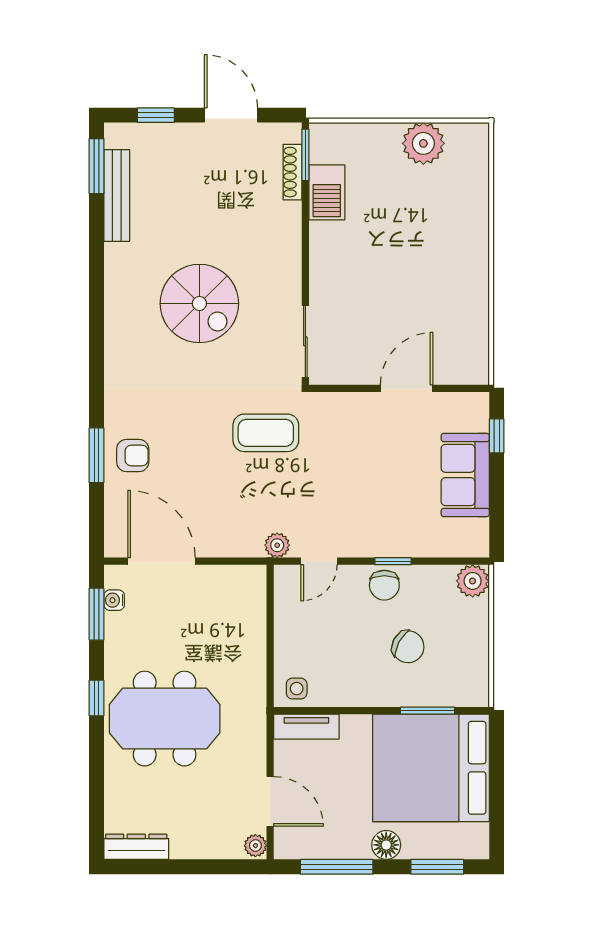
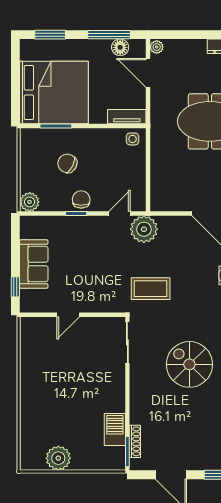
door: (407, 388) -> (68, 315), width x0.73
plant: (277, 545) -> (144, 229), width x1.88, depth x1.88
floor lamp: (386, 845) -> (120, 47), moved

